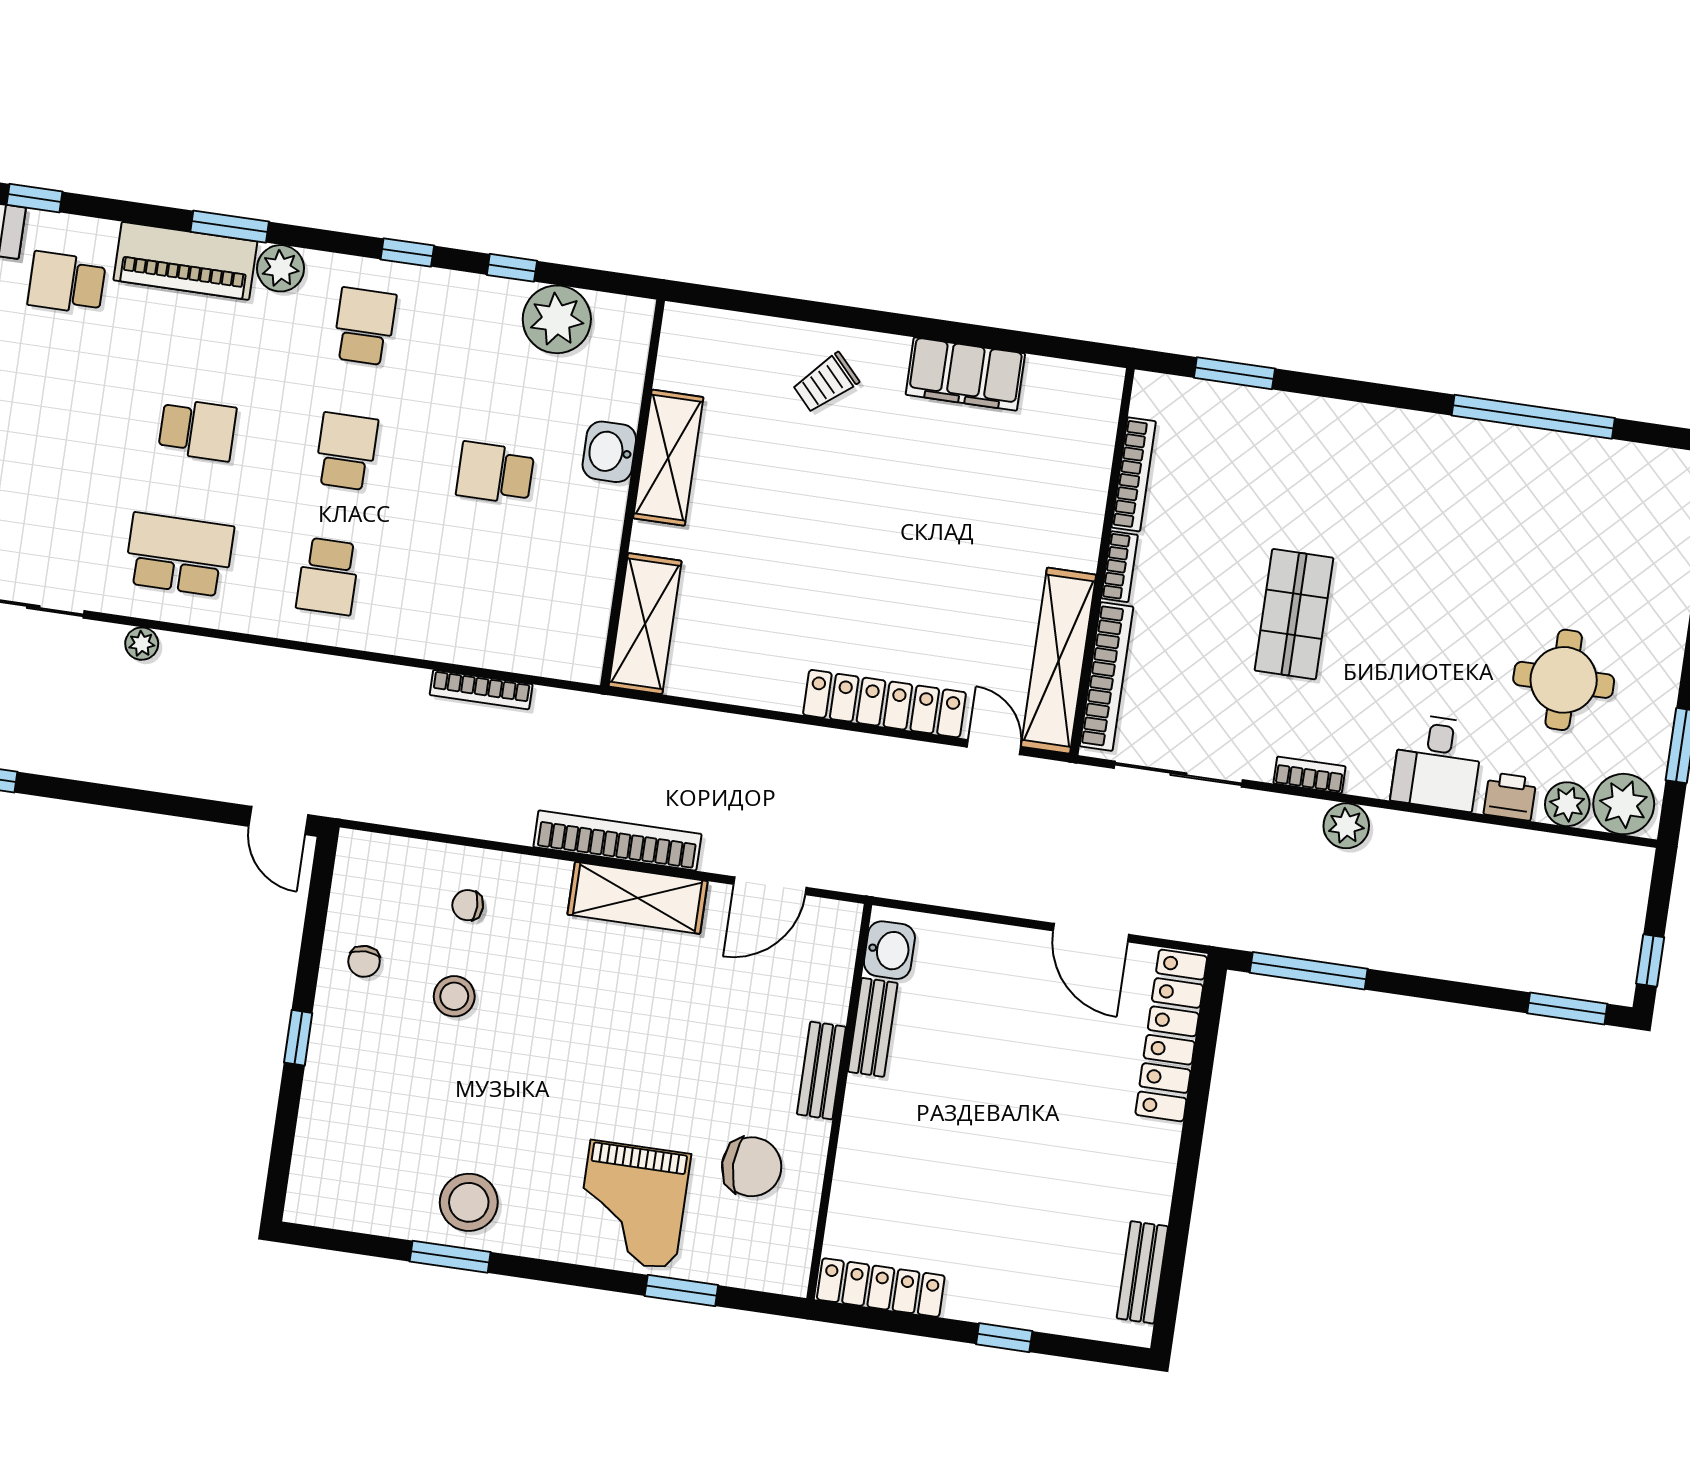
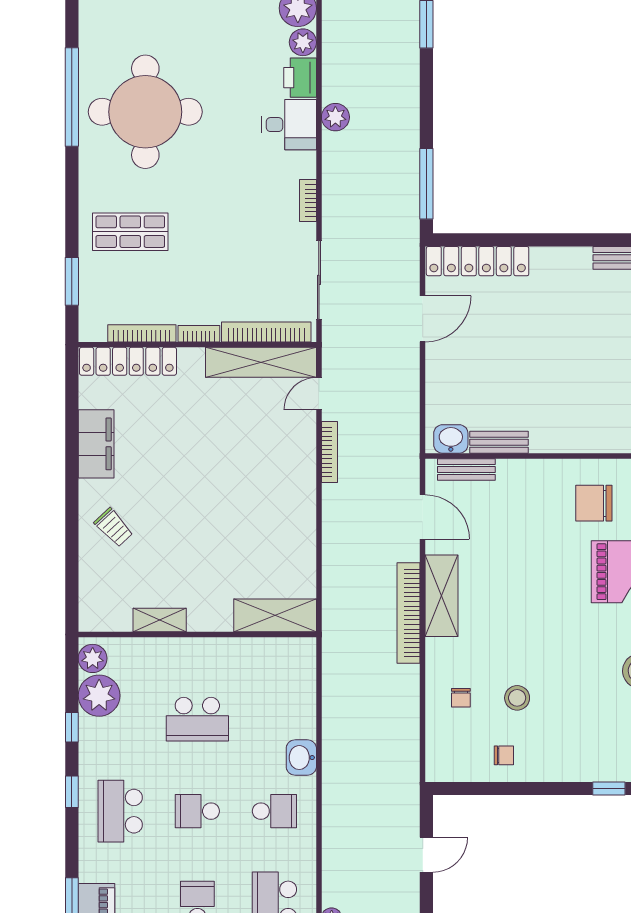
plant: (280, 268) -> (93, 658), moved
school desk: (364, 326) -> (120, 811), width x1.85
washbasin: (609, 452) -> (301, 758), moved, turned 90
shelving: (668, 458) -> (160, 620), width x0.67, depth x0.75
school desk: (495, 473) -> (197, 719), width x1.85
shop shelf: (1294, 614) -> (130, 232), moved
round table: (1564, 680) -> (145, 112), moved, width x1.86, depth x1.86
bookcase: (481, 690) -> (329, 452), moved
locker: (884, 704) -> (128, 361), moved, turned -90
printer: (1510, 796) -> (300, 78), width x1.36, depth x1.24
door: (278, 821) -> (426, 855), moved
plant: (1346, 826) -> (335, 117), moved
window: (298, 1038) -> (609, 788), moved
bench: (821, 1070) -> (466, 469), moved
chair: (752, 1167) -> (594, 503), turned -90

